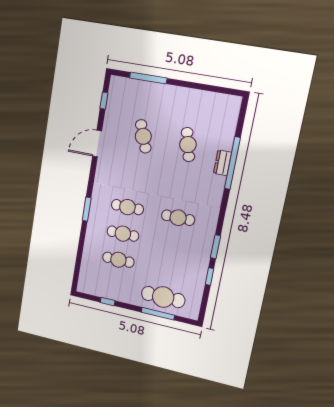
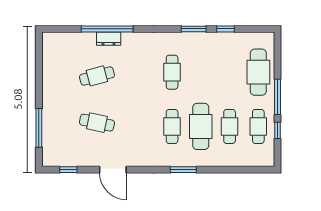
cafe table: (143, 136) -> (97, 123), turned 33
cafe table: (123, 234) -> (201, 126), width x1.37, depth x1.35
cafe table: (114, 285) -> (258, 126), added
window: (158, 314) -> (278, 97), moved

